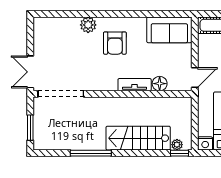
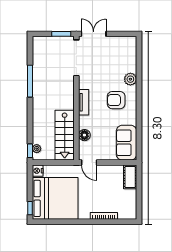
tv unit: (135, 85) -> (84, 102), moved
window: (30, 128) -> (61, 34), moved
stairs: (138, 138) -> (65, 135), moved, turned 180

